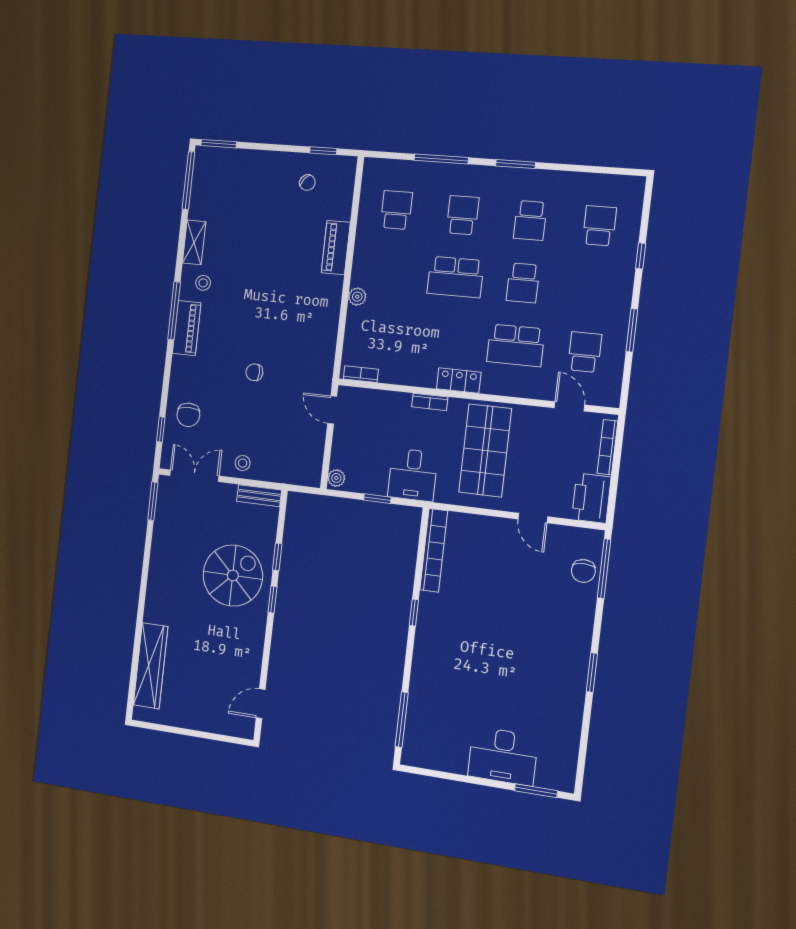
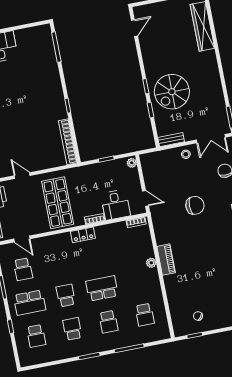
piano: (336, 248) -> (166, 260), moved
school desk: (516, 345) -> (30, 303), moved, turned 180
chair: (254, 372) -> (195, 205), width x1.87, depth x1.87
desk: (413, 475) -> (116, 205), moved, turned 180

